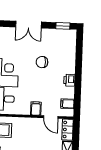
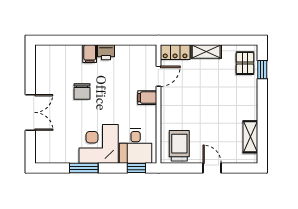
window: (63, 26) -> (30, 64), removed
filing cabinet: (67, 104) -> (90, 54), moved

